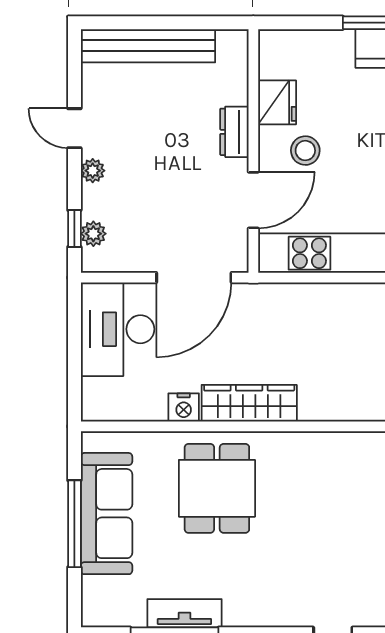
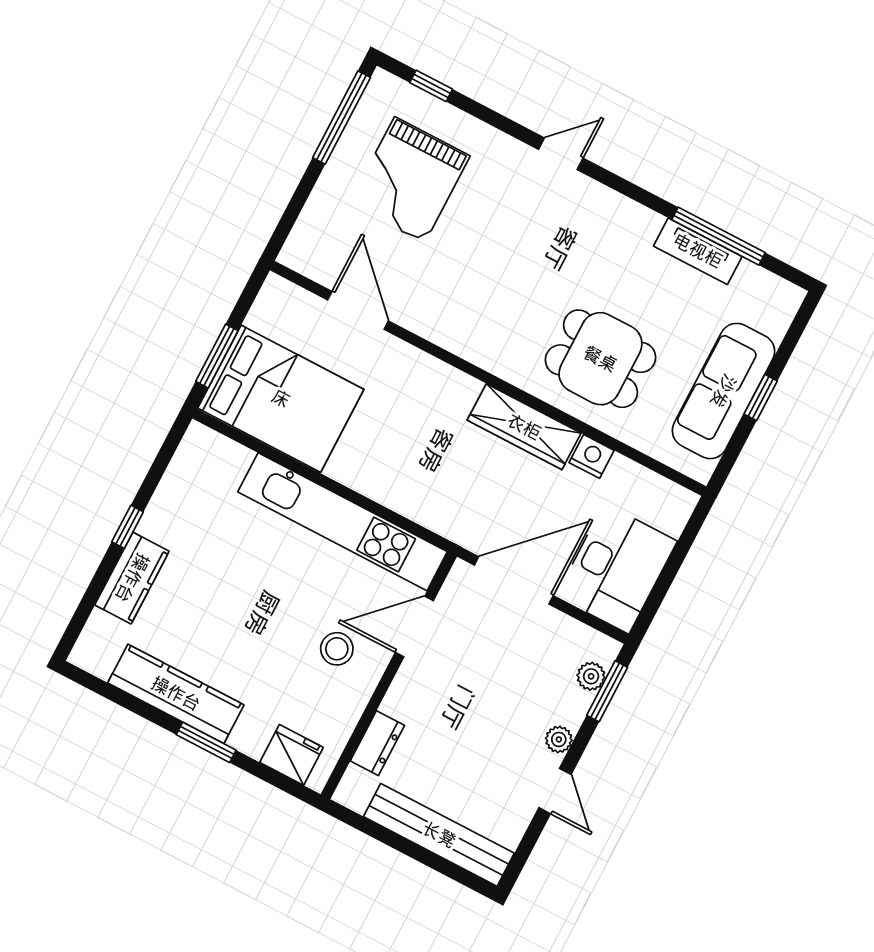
fridge: (277, 102) -> (291, 755), moved, turned 90
dresser: (234, 132) -> (377, 743), moved
window: (74, 228) -> (607, 691), width x1.50
dining table: (217, 488) -> (600, 359), turned 90
window: (74, 524) -> (761, 398), width x0.46

